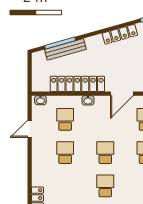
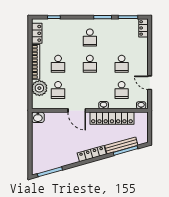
locker: (120, 34) -> (92, 154), moved
door: (122, 94) -> (77, 110), swing flipped
door: (30, 129) -> (150, 83), swing flipped

